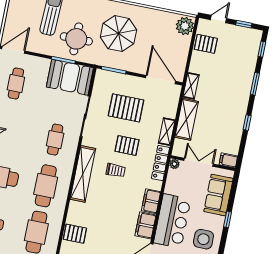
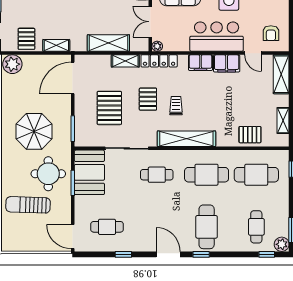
shelving: (191, 86) -> (56, 45), moved
pallet: (75, 234) -> (250, 135), turned 90

